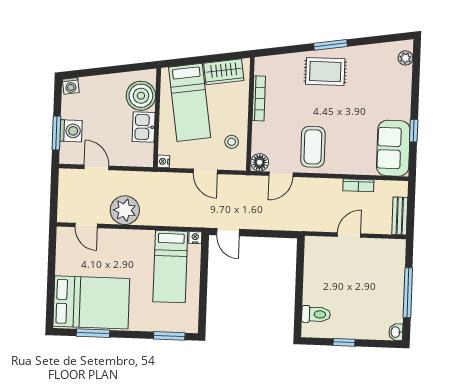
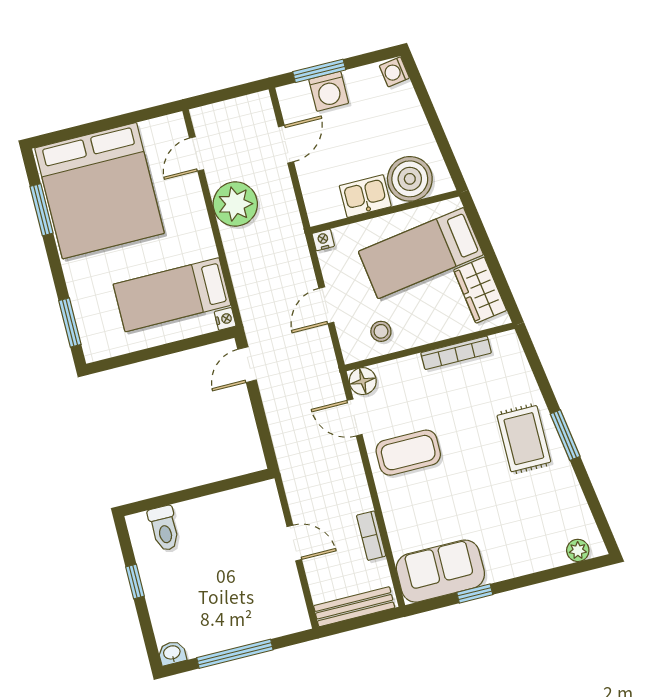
bench: (400, 216) -> (354, 607), width x1.36
bed: (91, 302) -> (100, 191), width x1.36

